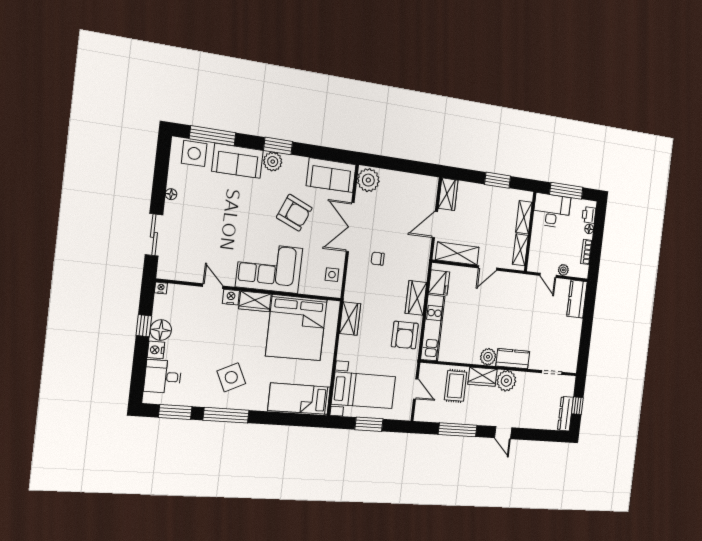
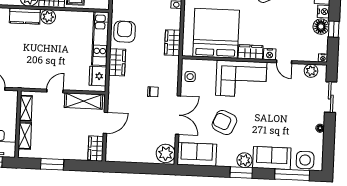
plant: (178, 272) -> (311, 71), added

